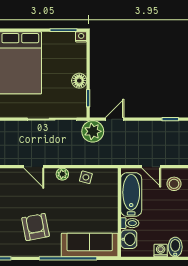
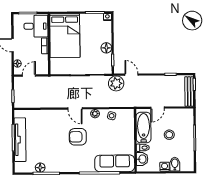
door: (115, 119) -> (131, 75), hinge flipped
door: (151, 167) -> (158, 108), hinge flipped
stool: (174, 184) -> (169, 135), moved
armchair: (36, 227) -> (78, 137), moved, turned -79

